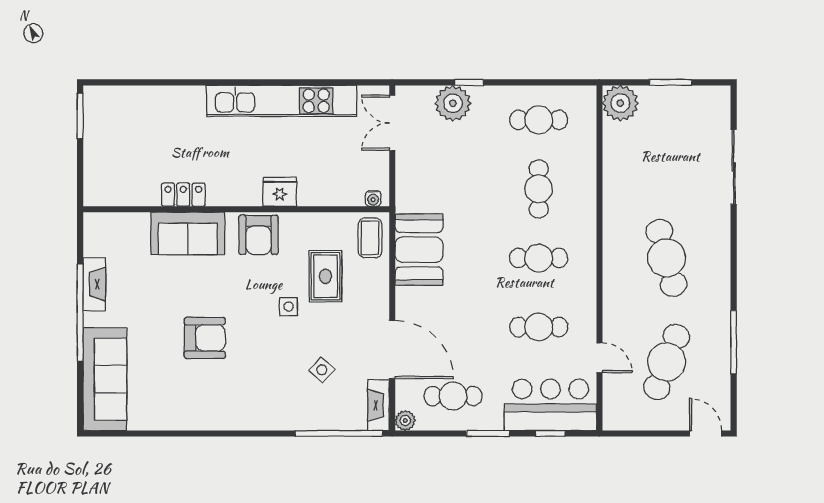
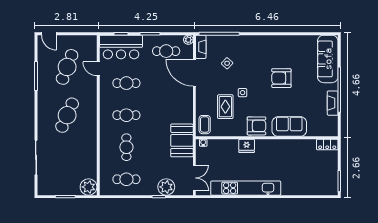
locker: (183, 195) -> (327, 145), moved
armchair: (258, 235) -> (256, 126), turned 90
booth: (419, 250) -> (182, 140), moved
cafe table: (667, 258) -> (67, 115), turned 39

